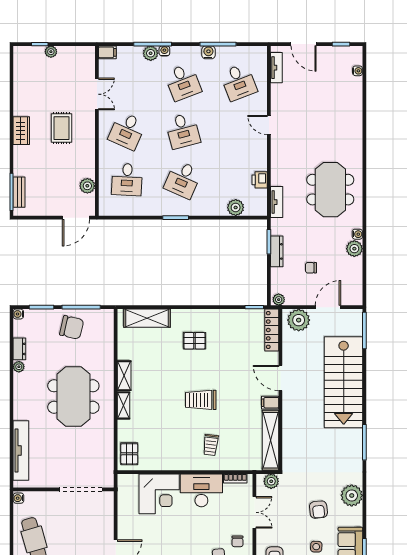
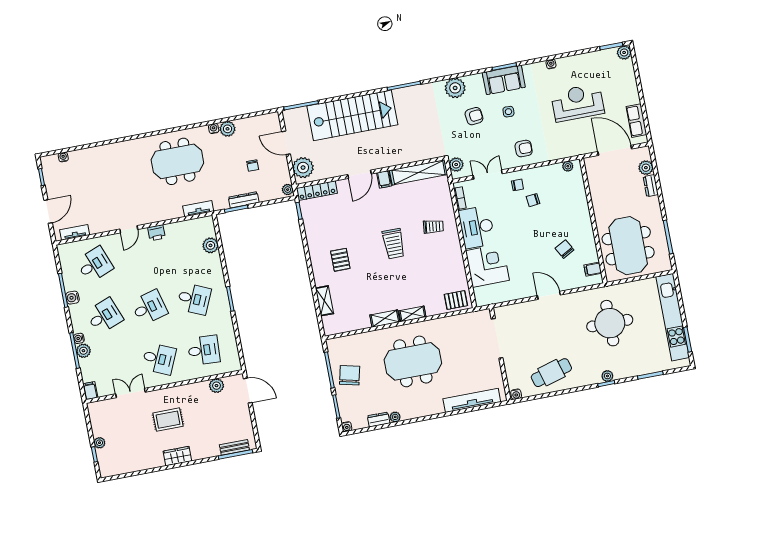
printer: (260, 180) -> (156, 233), moved
shelving: (147, 318) -> (324, 301), width x0.67, depth x0.75

